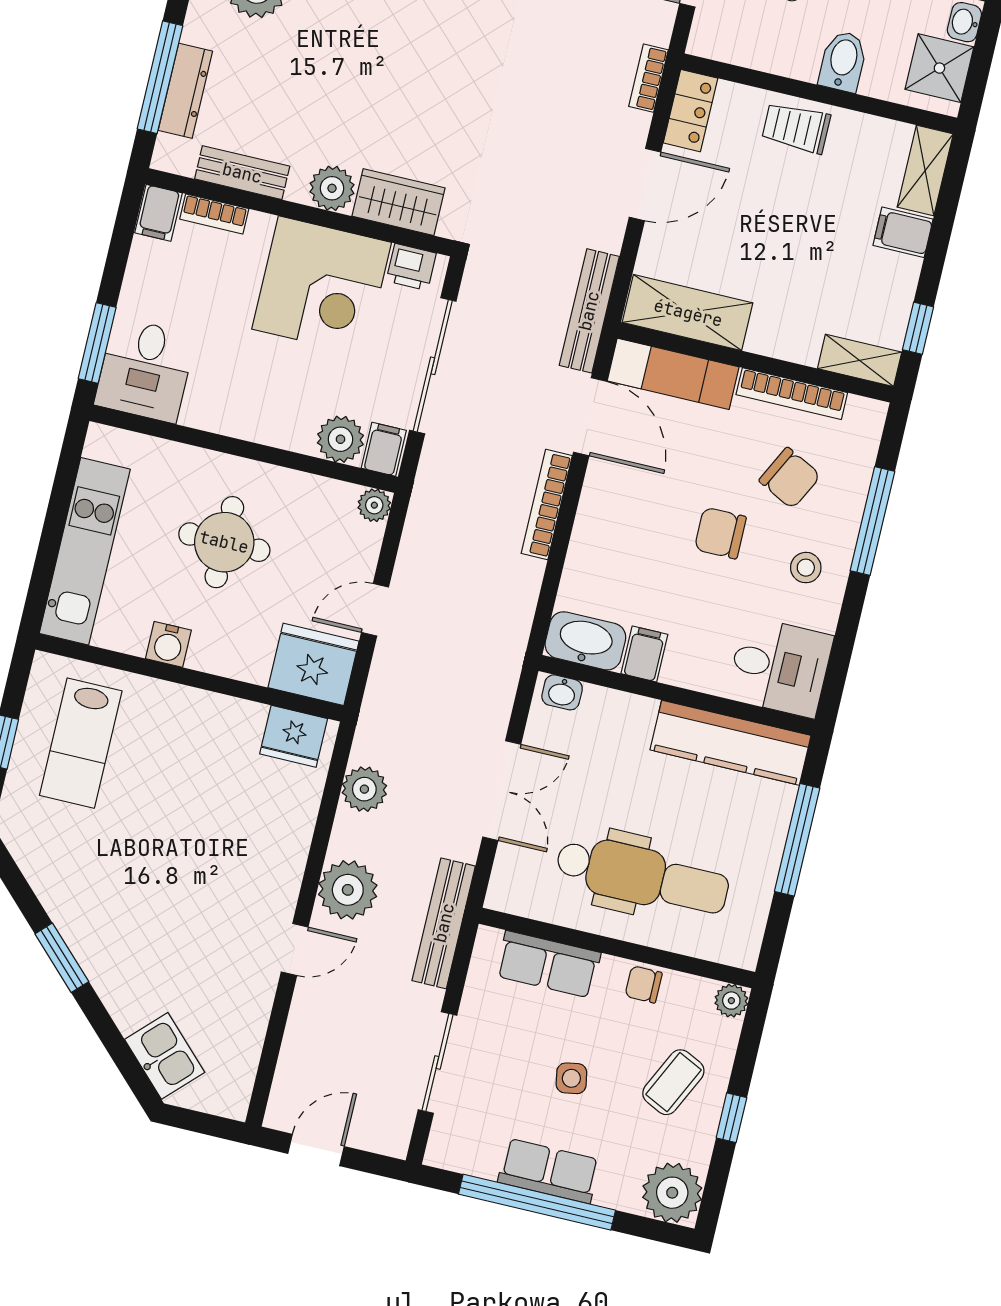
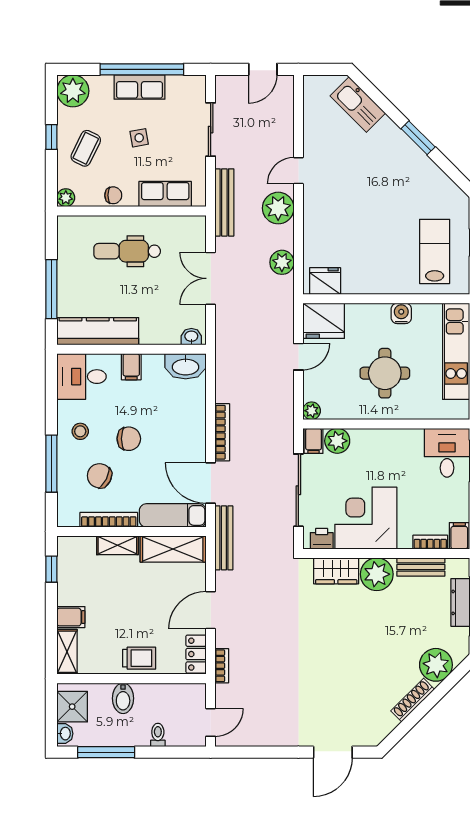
plant: (332, 188) -> (377, 574), width x1.36, depth x1.36
shelving: (860, 360) -> (117, 545), moved
filing cabinet: (644, 654) -> (131, 367), moved
dental chair: (642, 876) -> (127, 251), width x0.73, depth x0.72
kitchen sink: (165, 1056) -> (358, 105), width x1.38

